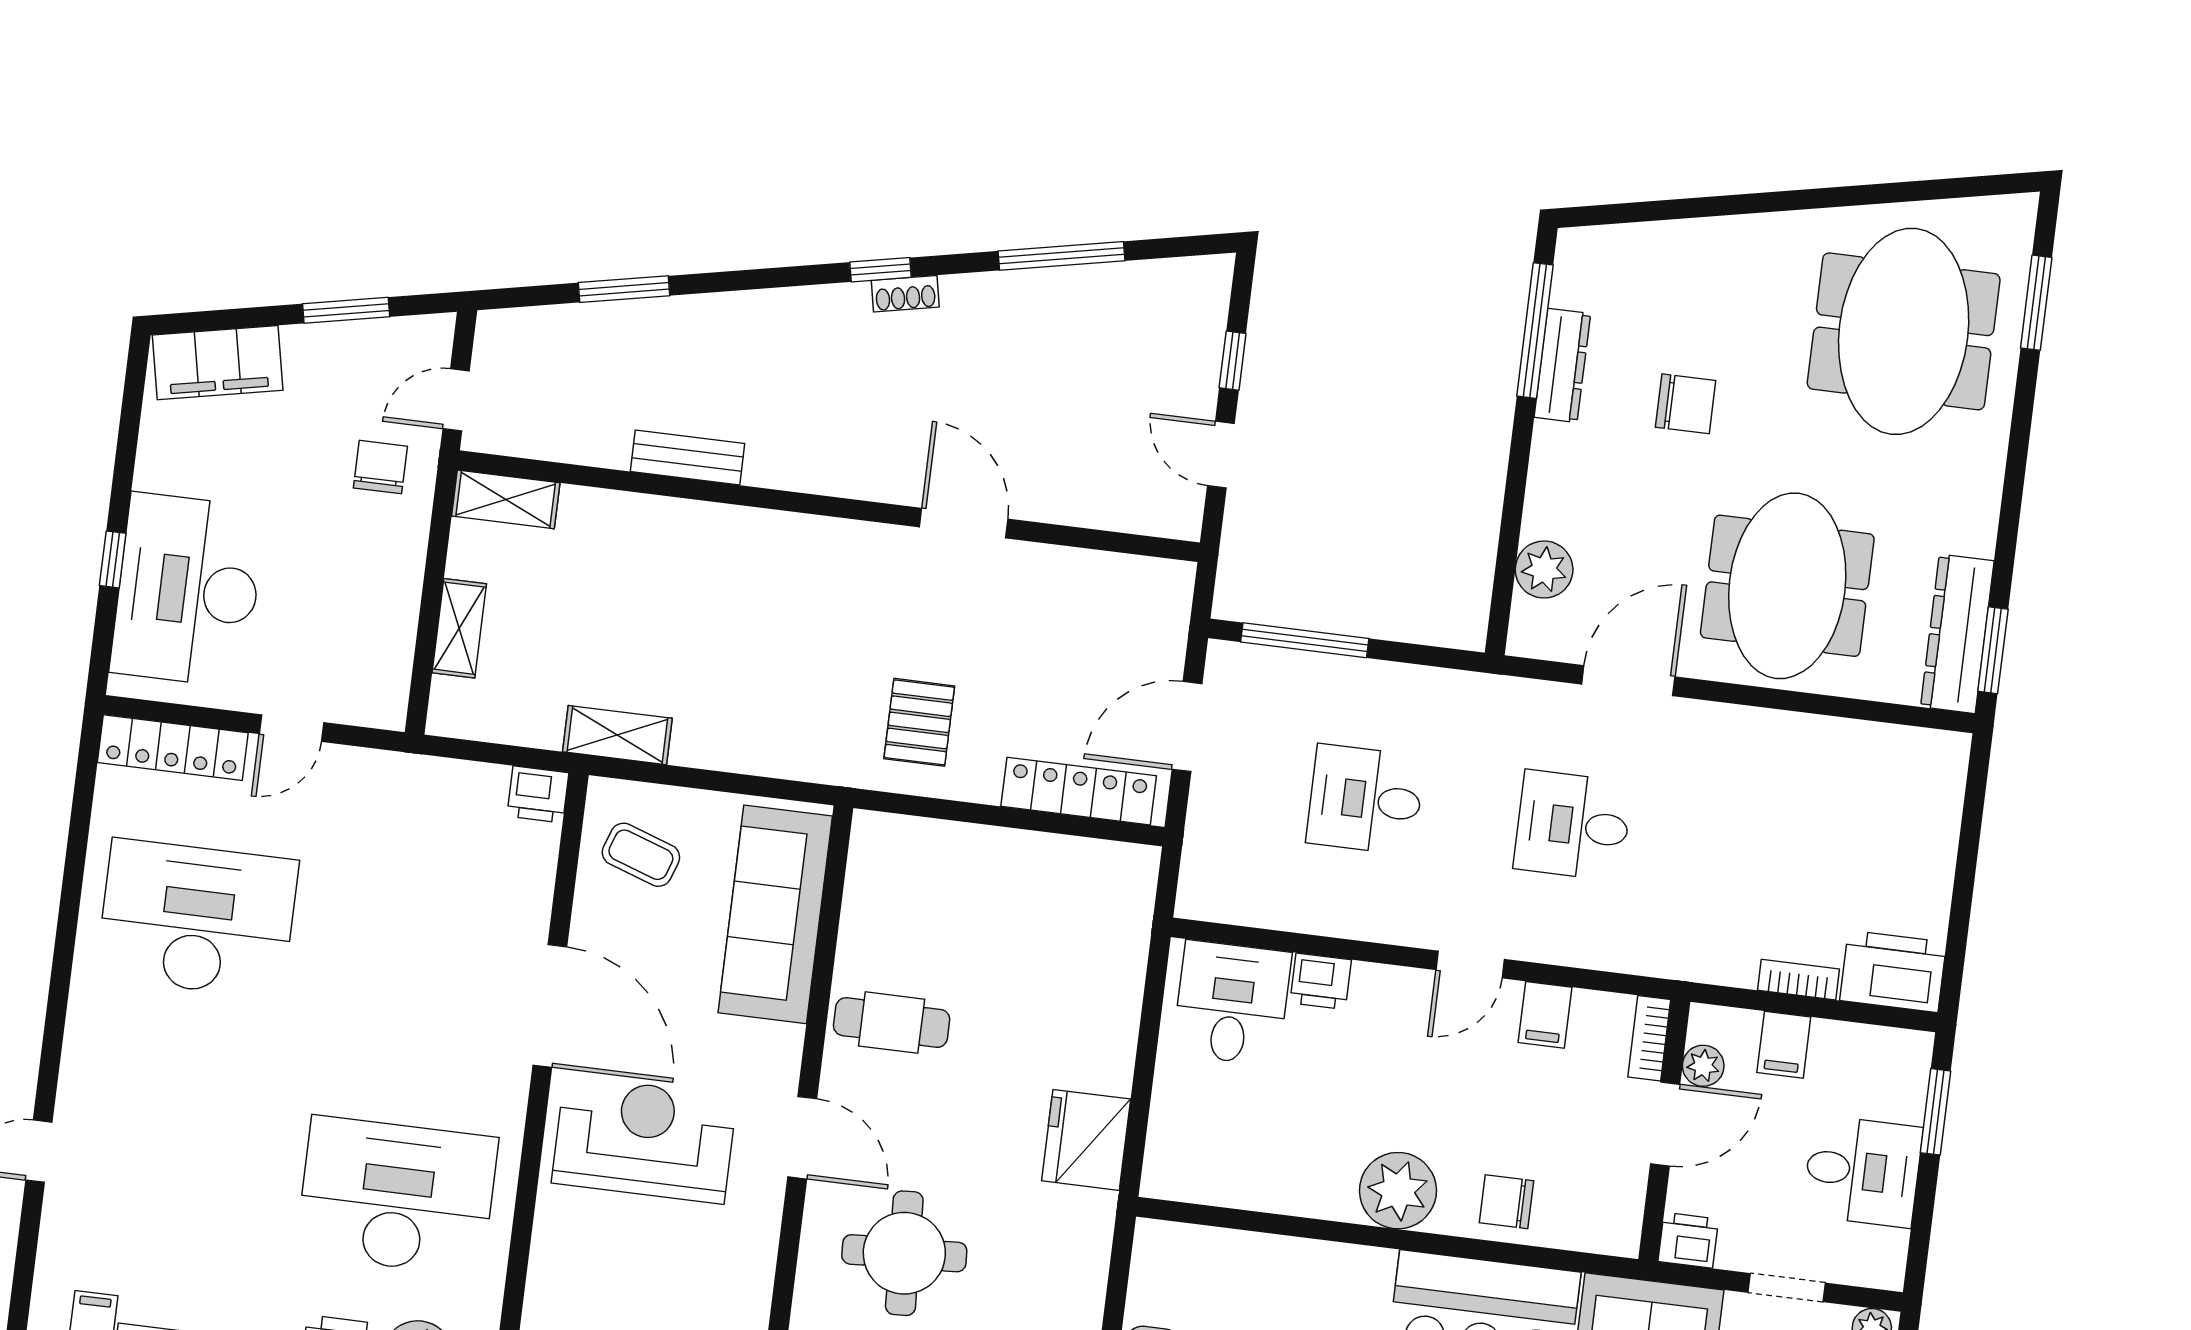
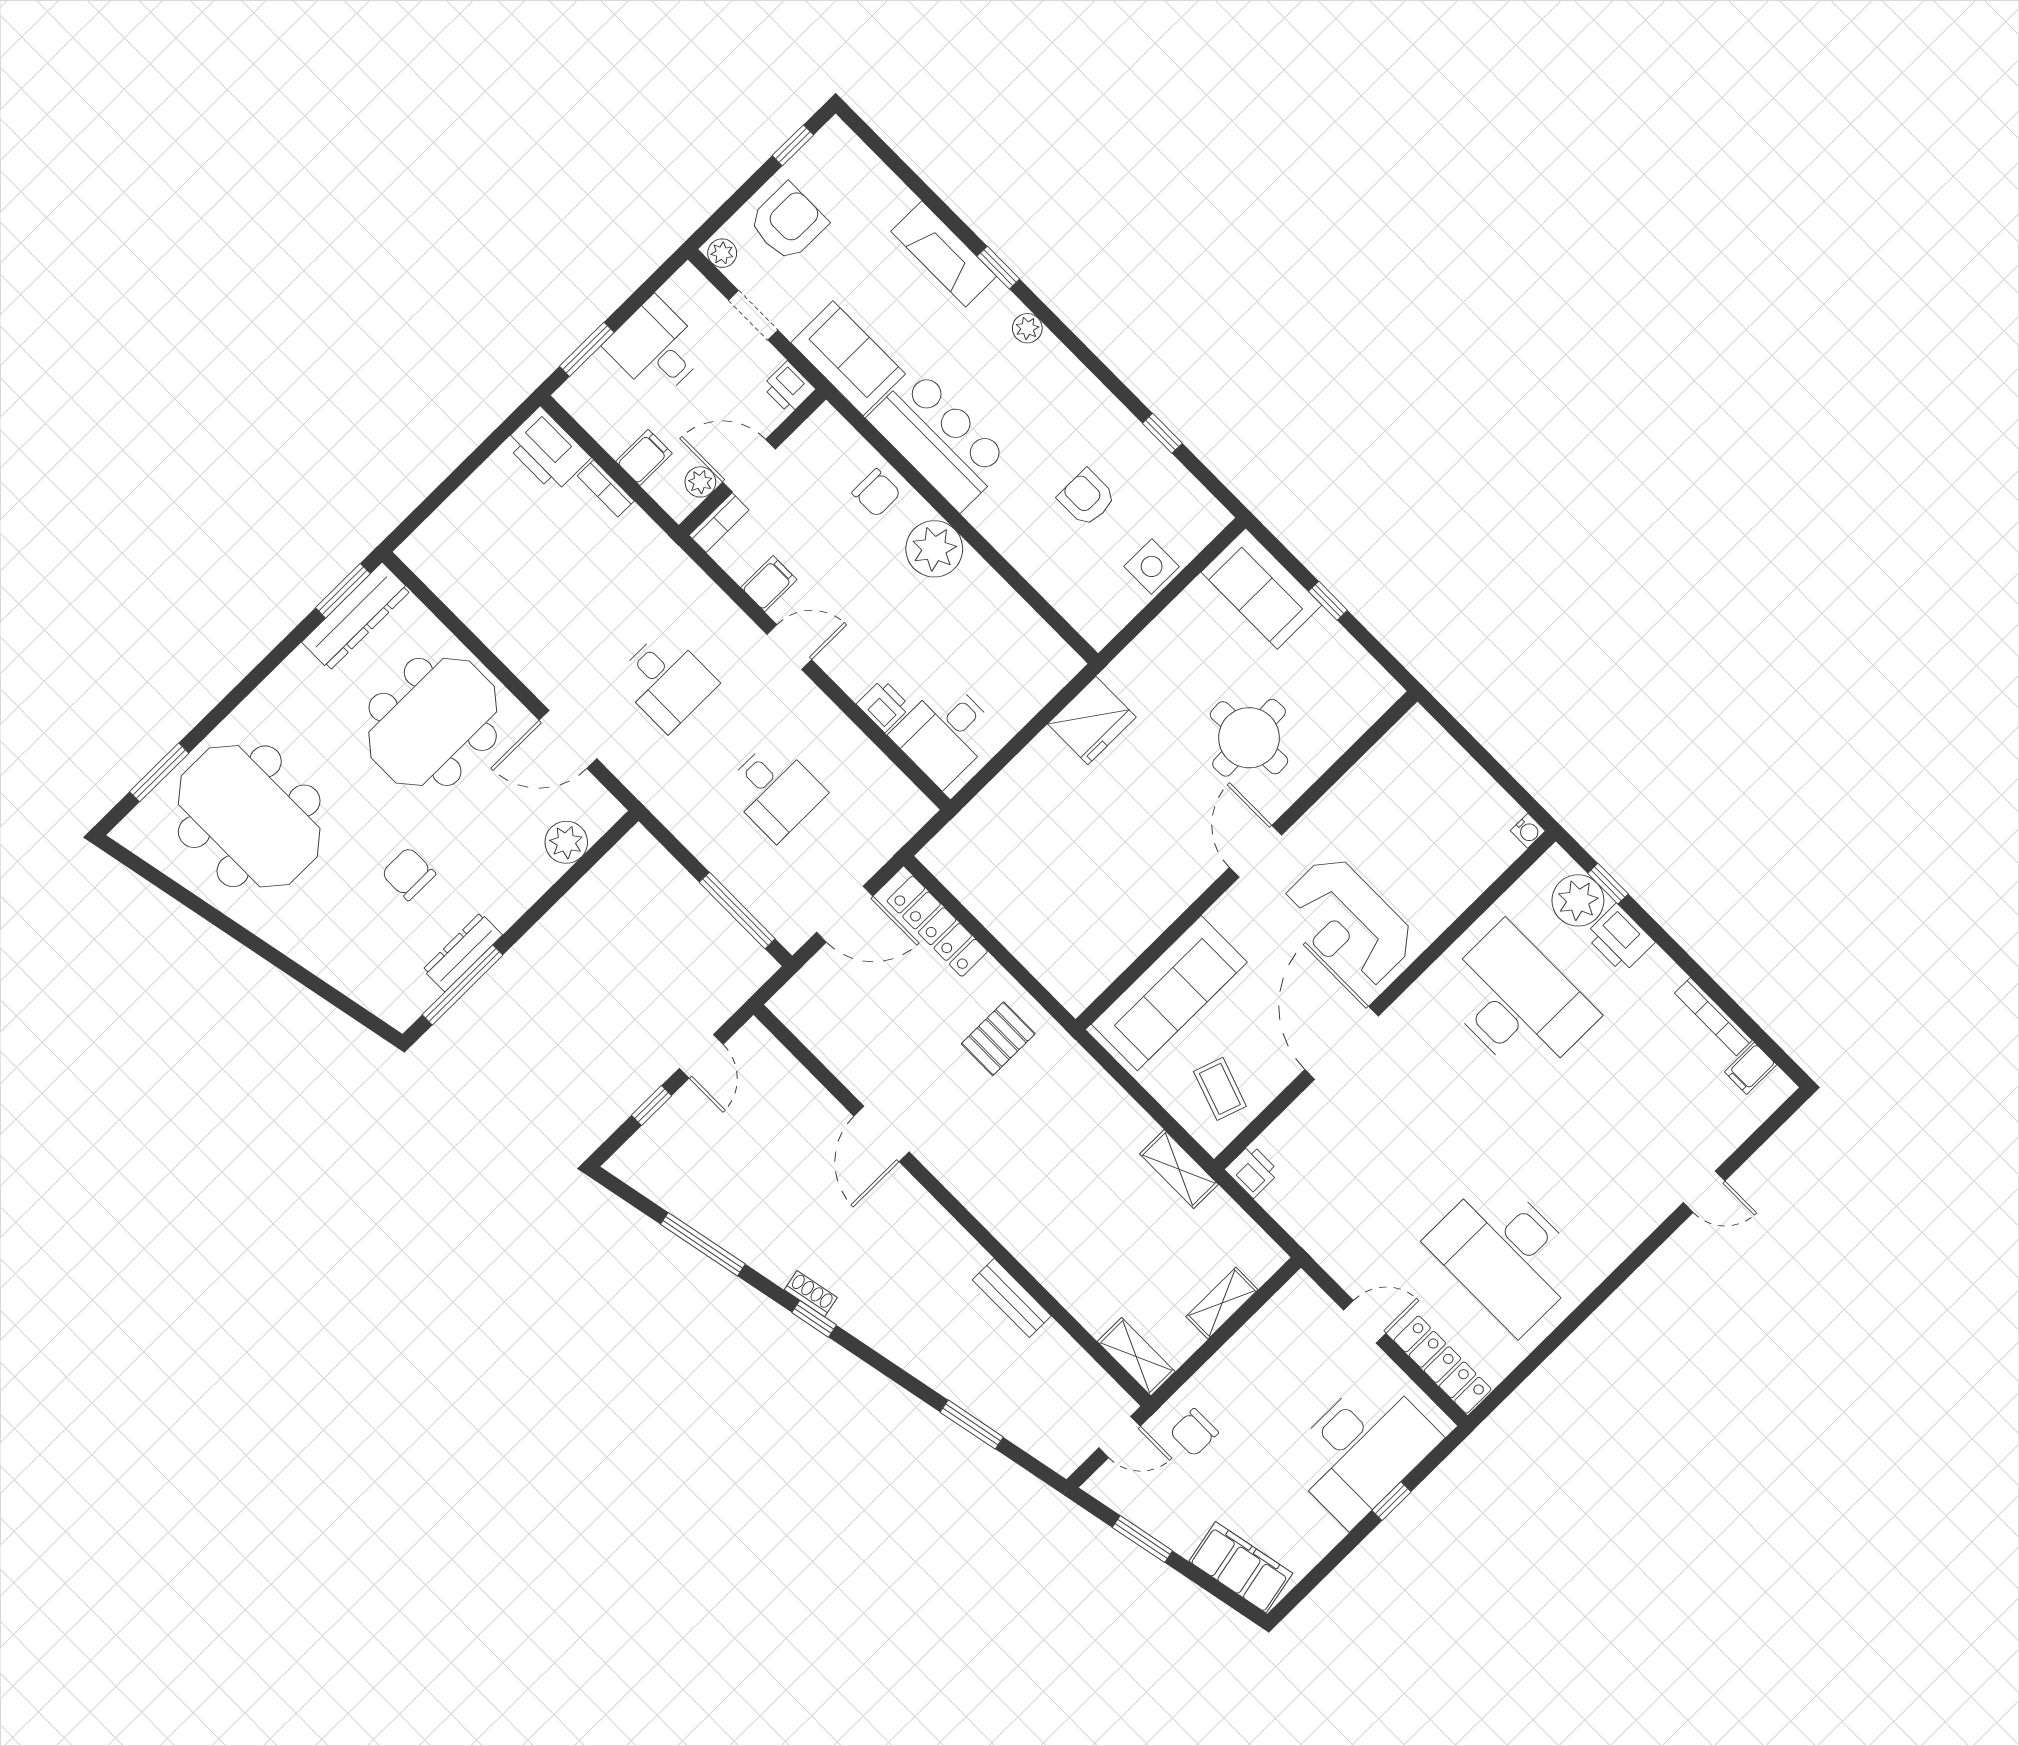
meeting table: (1904, 331) -> (249, 816), turned 90
cafe table: (892, 1023) -> (1151, 877), removed
desk: (397, 1196) -> (1517, 1002), turned 180

